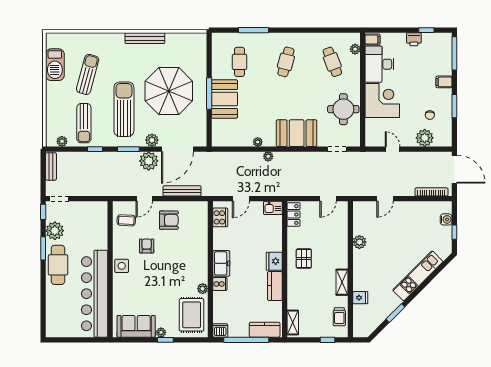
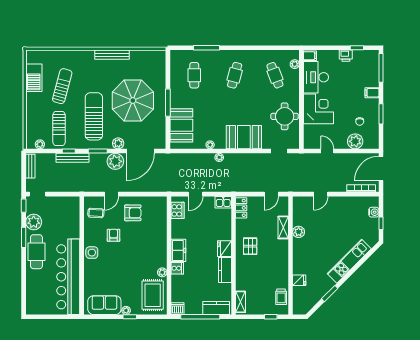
booth: (225, 99) -> (181, 125), moved
door: (454, 169) -> (381, 169), swing flipped
bench: (182, 191) -> (73, 158), moved
shelving: (342, 282) -> (283, 227), moved

